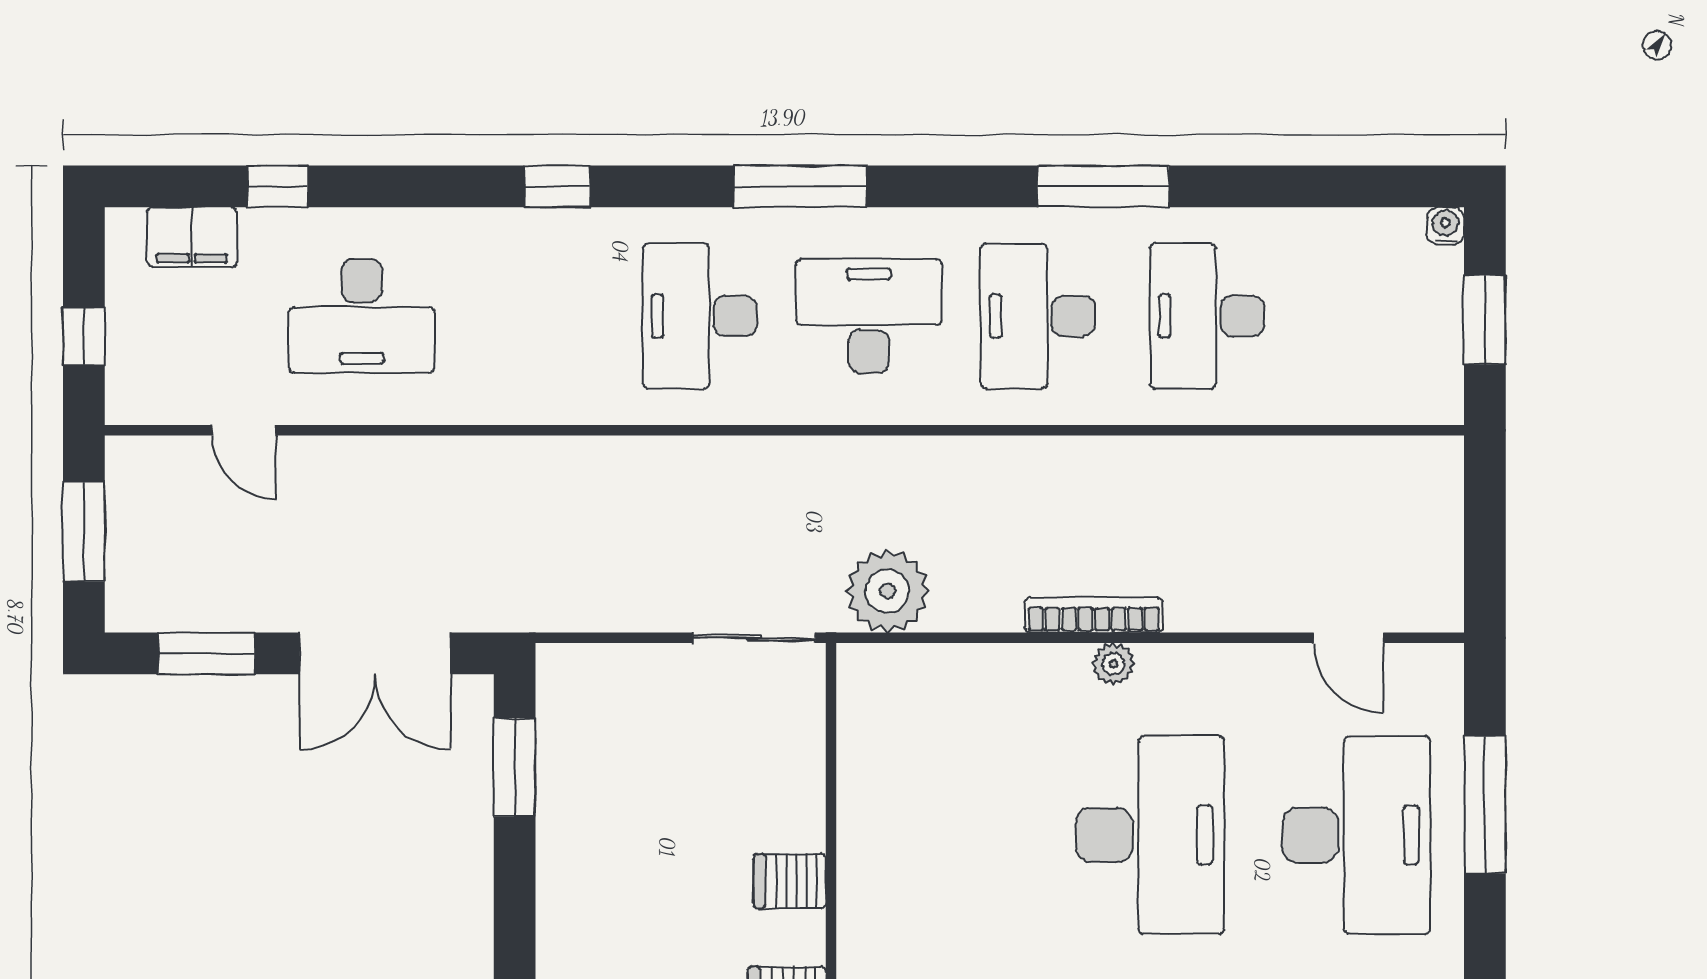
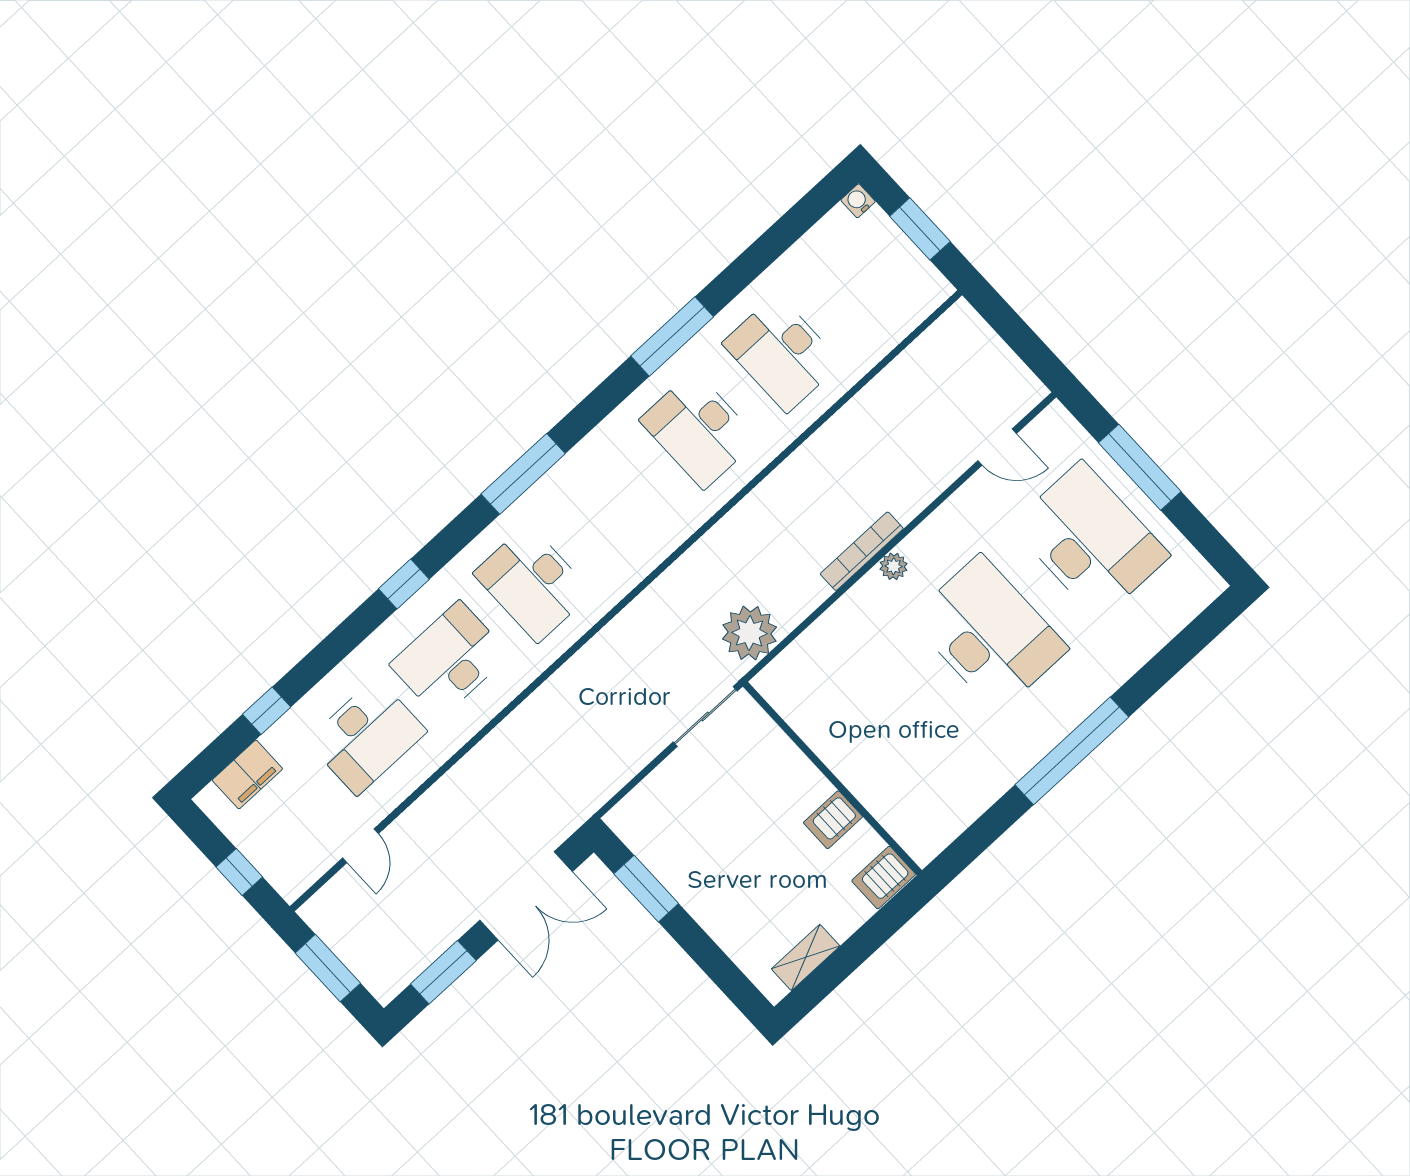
desk: (869, 316) -> (450, 660), moved
door: (244, 430) -> (360, 846), hinge flipped

